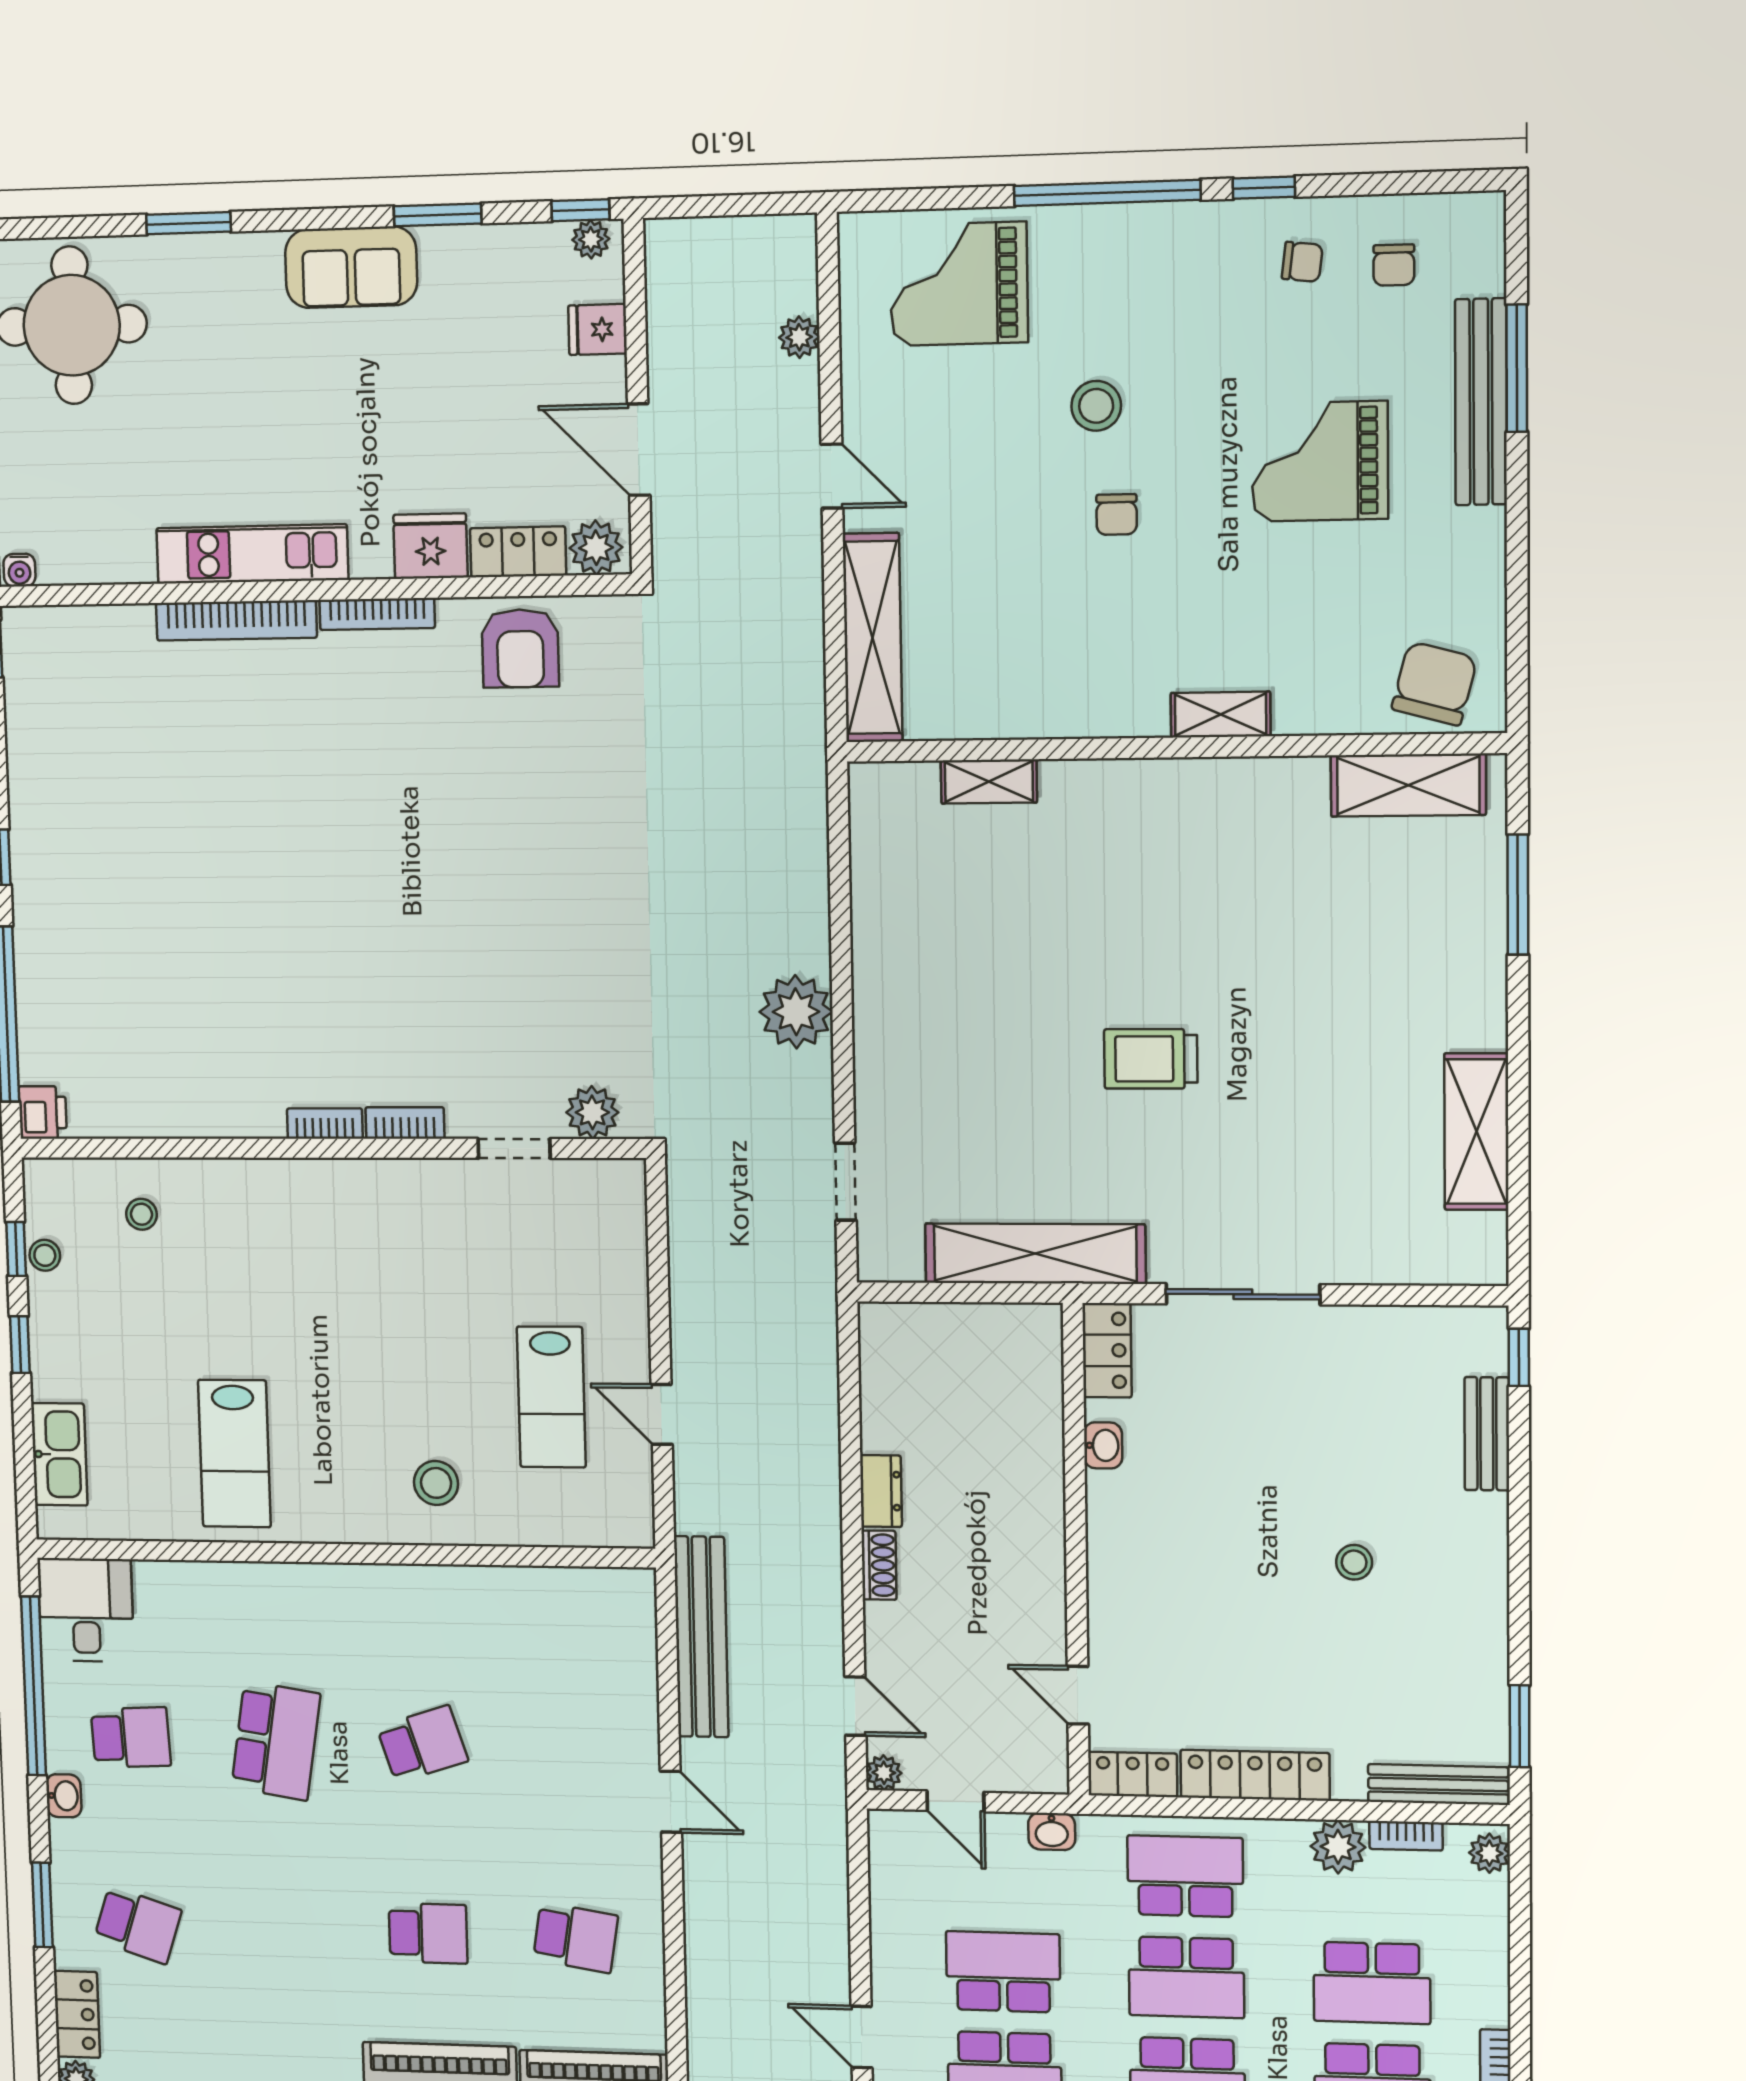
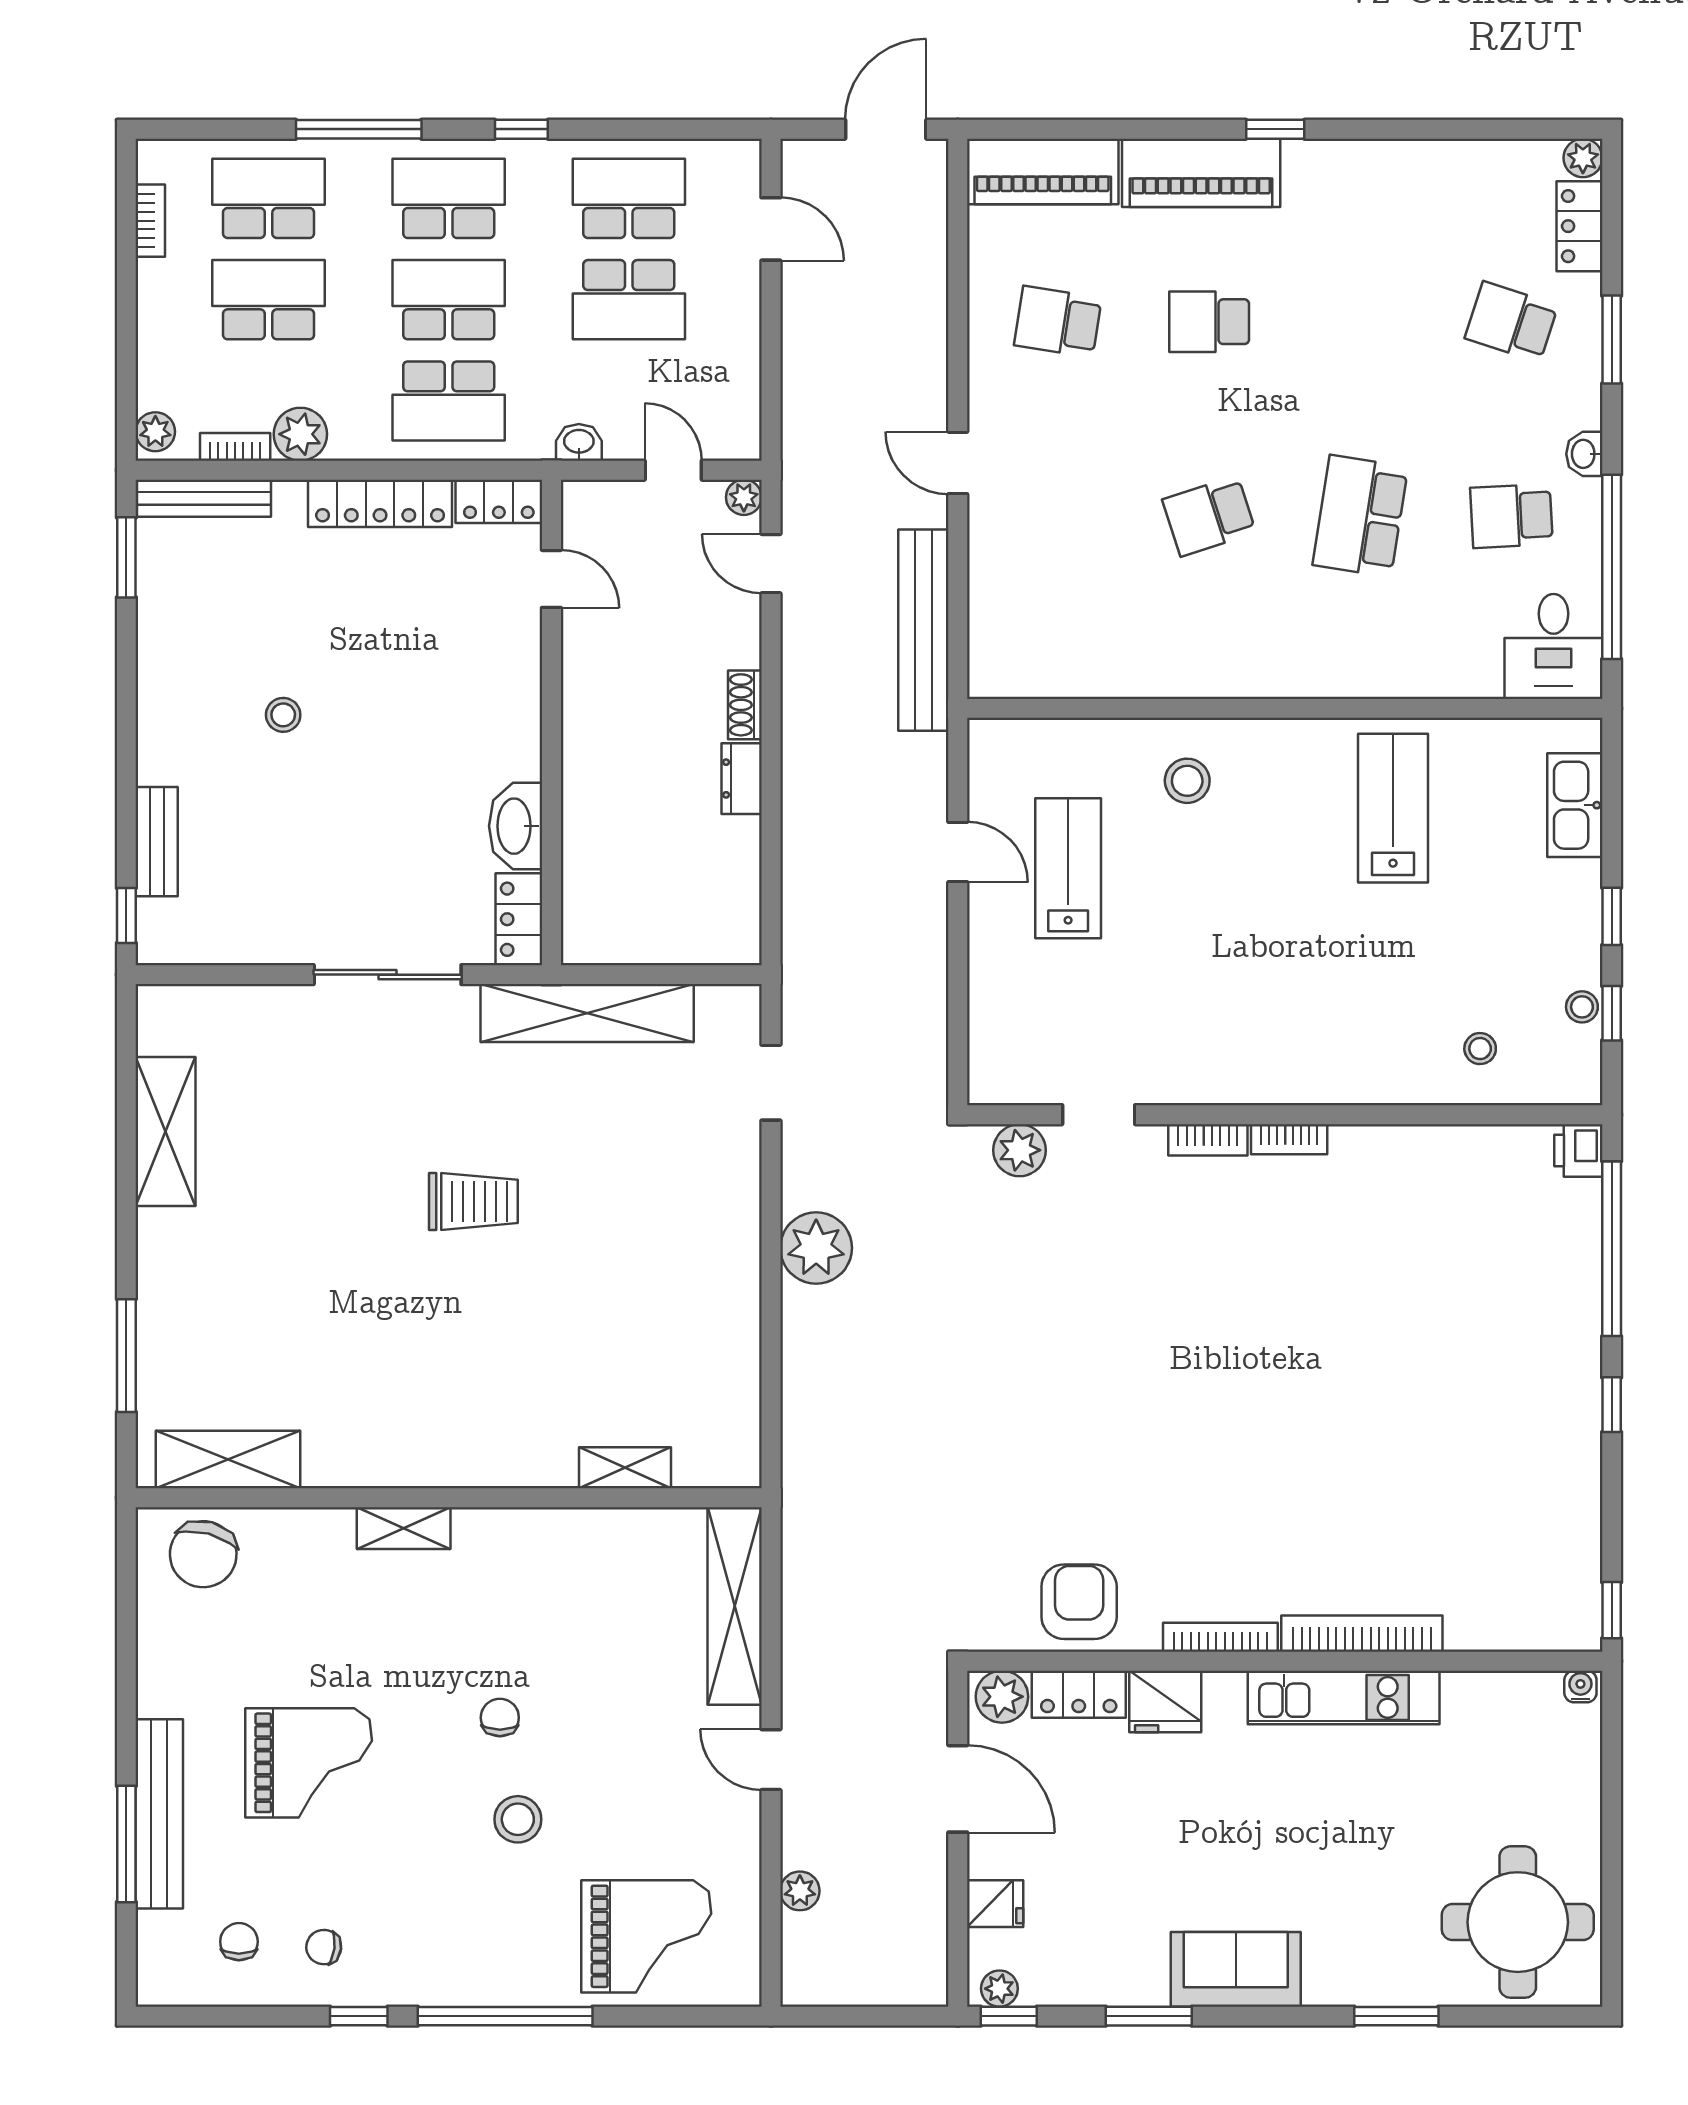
washbasin: (1103, 1445) -> (516, 826), width x1.91, depth x1.45

